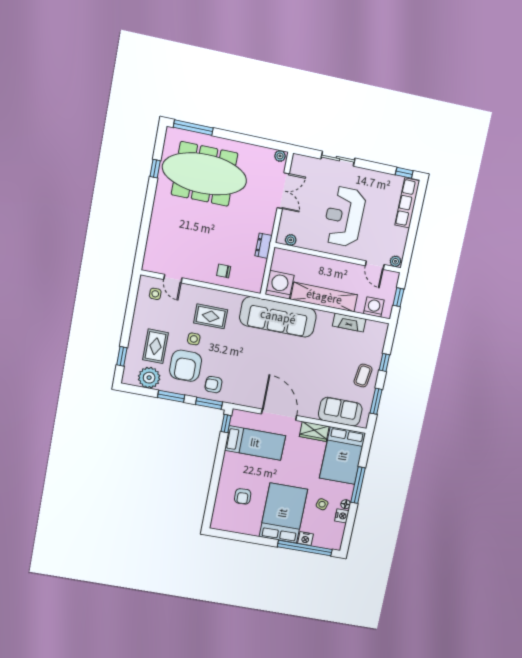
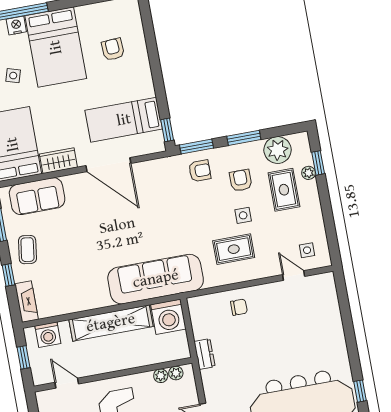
plant: (395, 261) -> (161, 376), moved
fireplace: (349, 323) -> (26, 302), moved, turned 90
plant: (132, 352) -> (309, 173), added
armchair: (186, 366) -> (241, 180), width x0.53, depth x0.53

